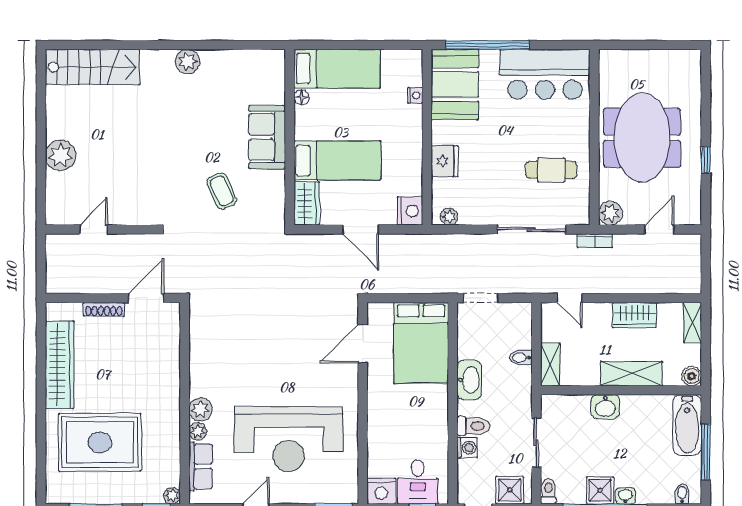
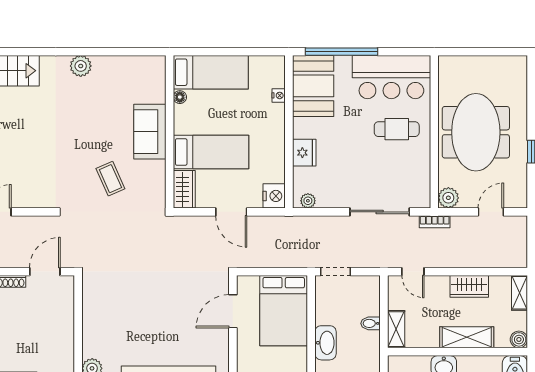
cafe table: (551, 170) -> (397, 129), moved

